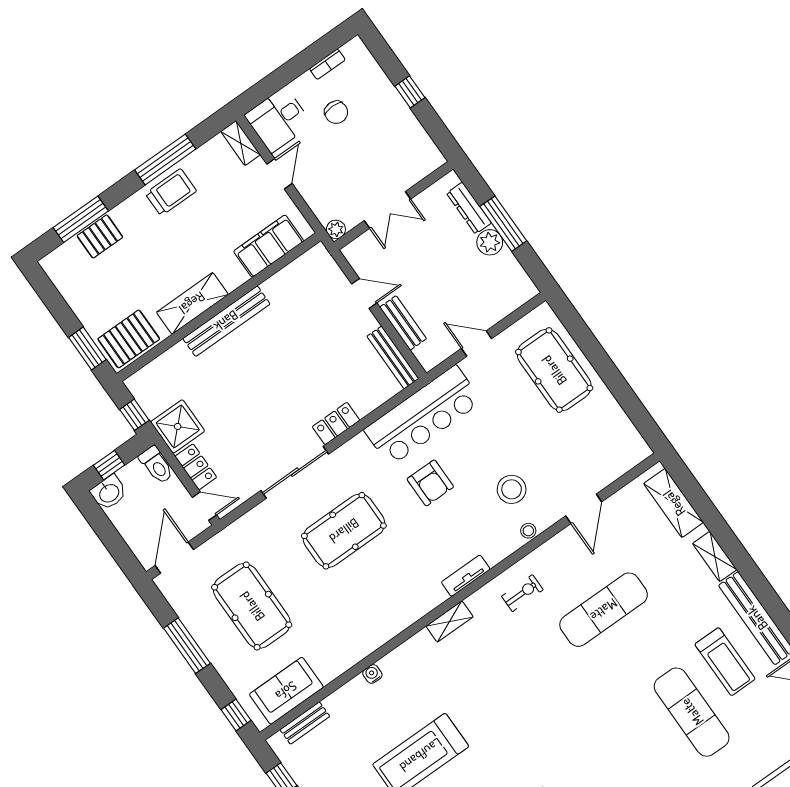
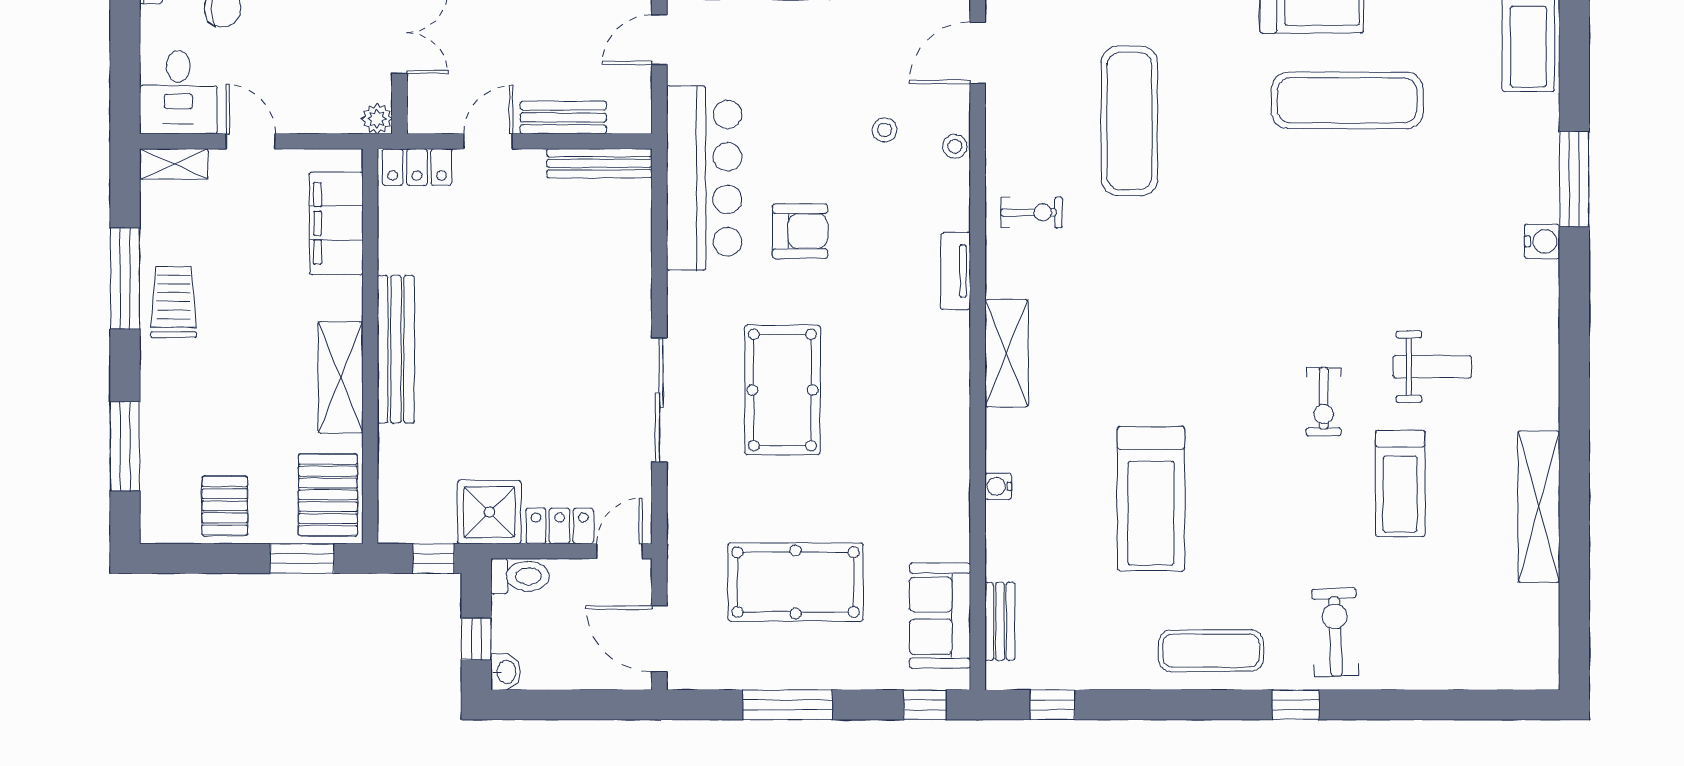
pallet: (100, 236) -> (225, 506), moved
locker: (336, 424) -> (417, 167), moved, turned -90
stool: (512, 489) -> (885, 130), width x0.53, depth x0.53
washbasin: (109, 493) -> (506, 672), width x0.72, depth x0.69
door: (584, 509) -> (978, 53), swing flipped
exercise bike: (522, 593) -> (1032, 212), turned 90
shelving: (450, 621) -> (1007, 353), width x1.50, depth x1.33

